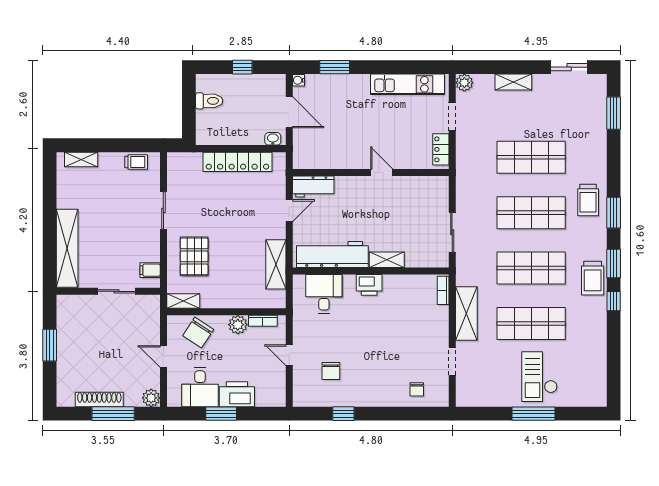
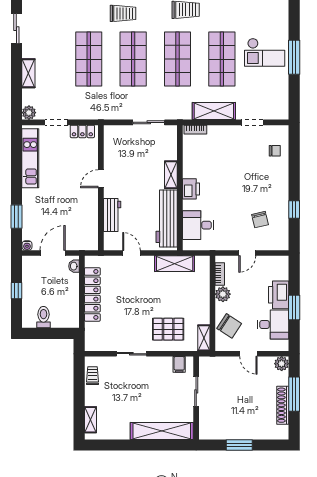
workbench: (313, 187) -> (112, 215), moved
door: (163, 357) -> (248, 354), hinge flipped
chair: (331, 371) -> (260, 220), turned 77

